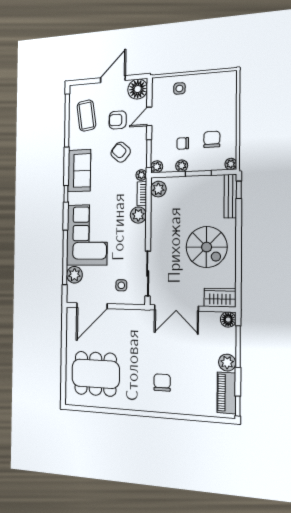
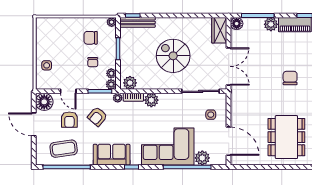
plant: (182, 166) -> (111, 73), moved
spiral stairs: (207, 247) -> (173, 56), moved, turned -90
chair: (162, 383) -> (290, 78), turned 90

